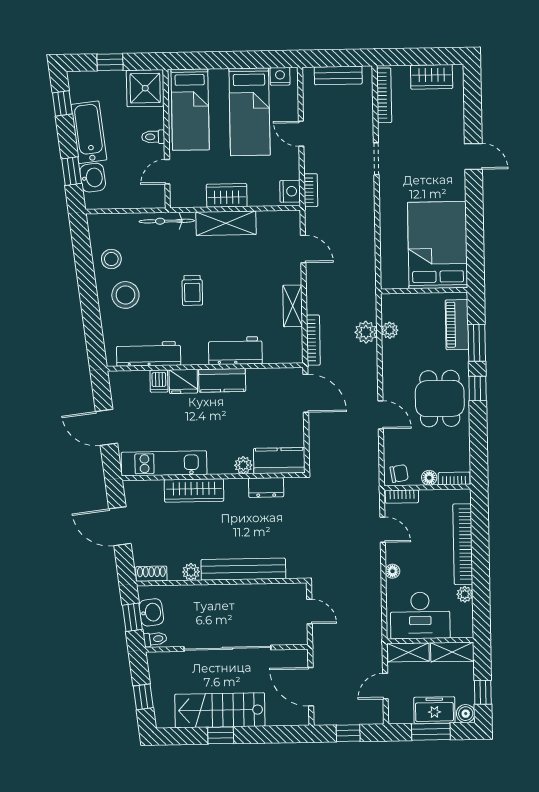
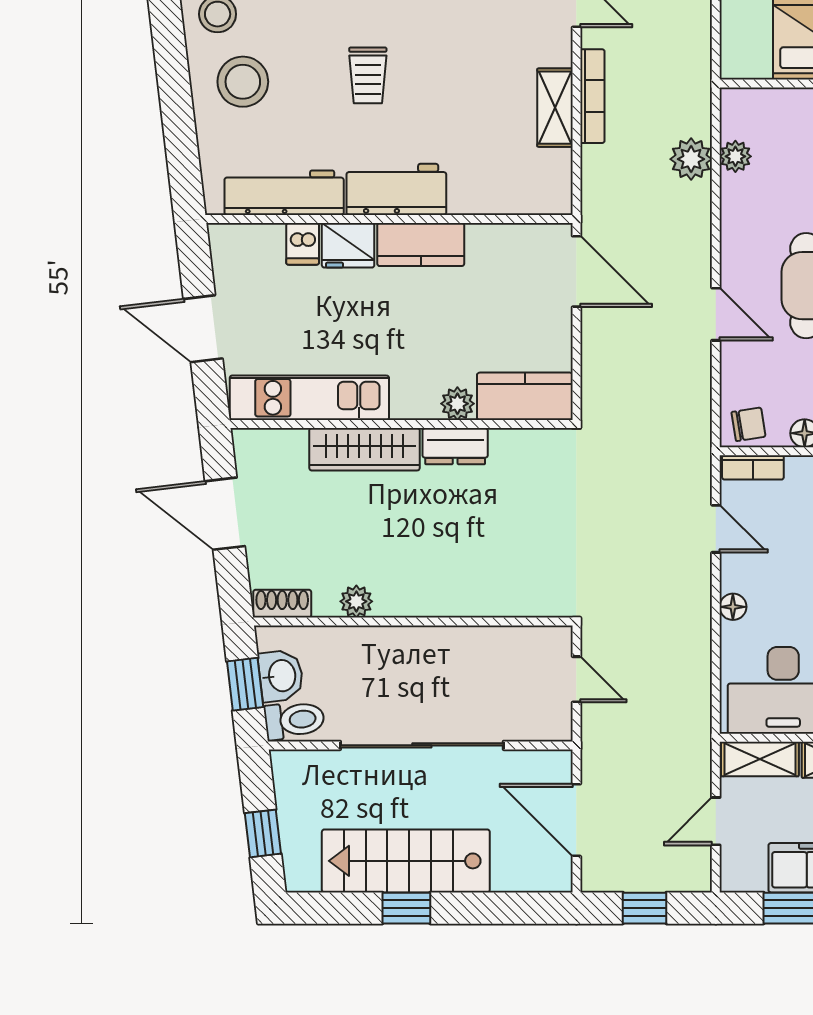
bookcase: (313, 340) -> (592, 96), moved
workbench: (235, 351) -> (396, 189), moved
dresser: (266, 488) -> (455, 446), moved
bench: (243, 569) -> (454, 598), removed
toilet: (155, 639) -> (294, 720), width x1.37, depth x1.39

